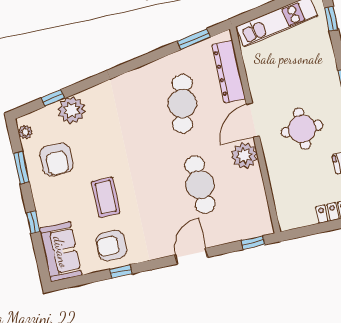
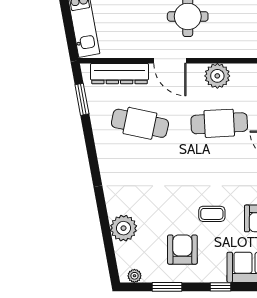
window: (53, 98) -> (108, 243), removed
plant: (244, 156) -> (217, 76), moved
armchair: (57, 159) -> (182, 250), moved, turned -90
coffee table: (106, 197) -> (212, 214), width x0.73, depth x0.77

